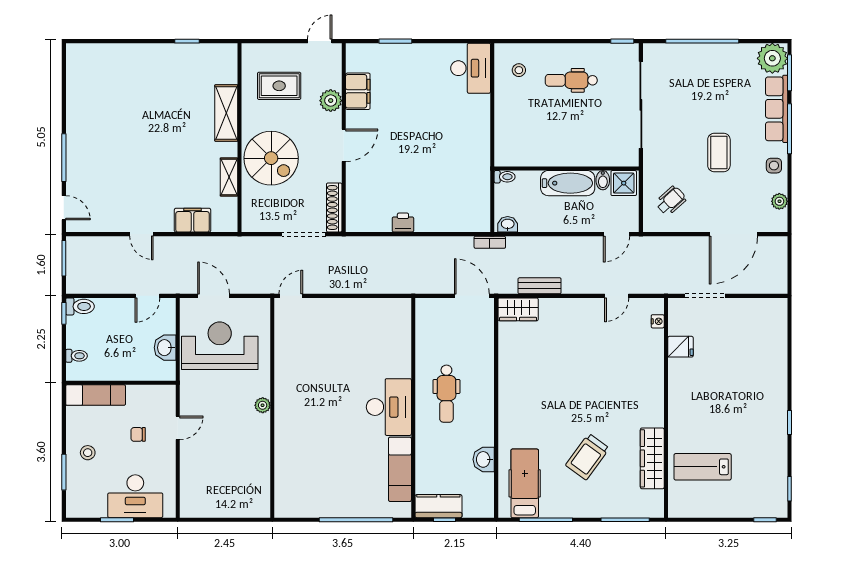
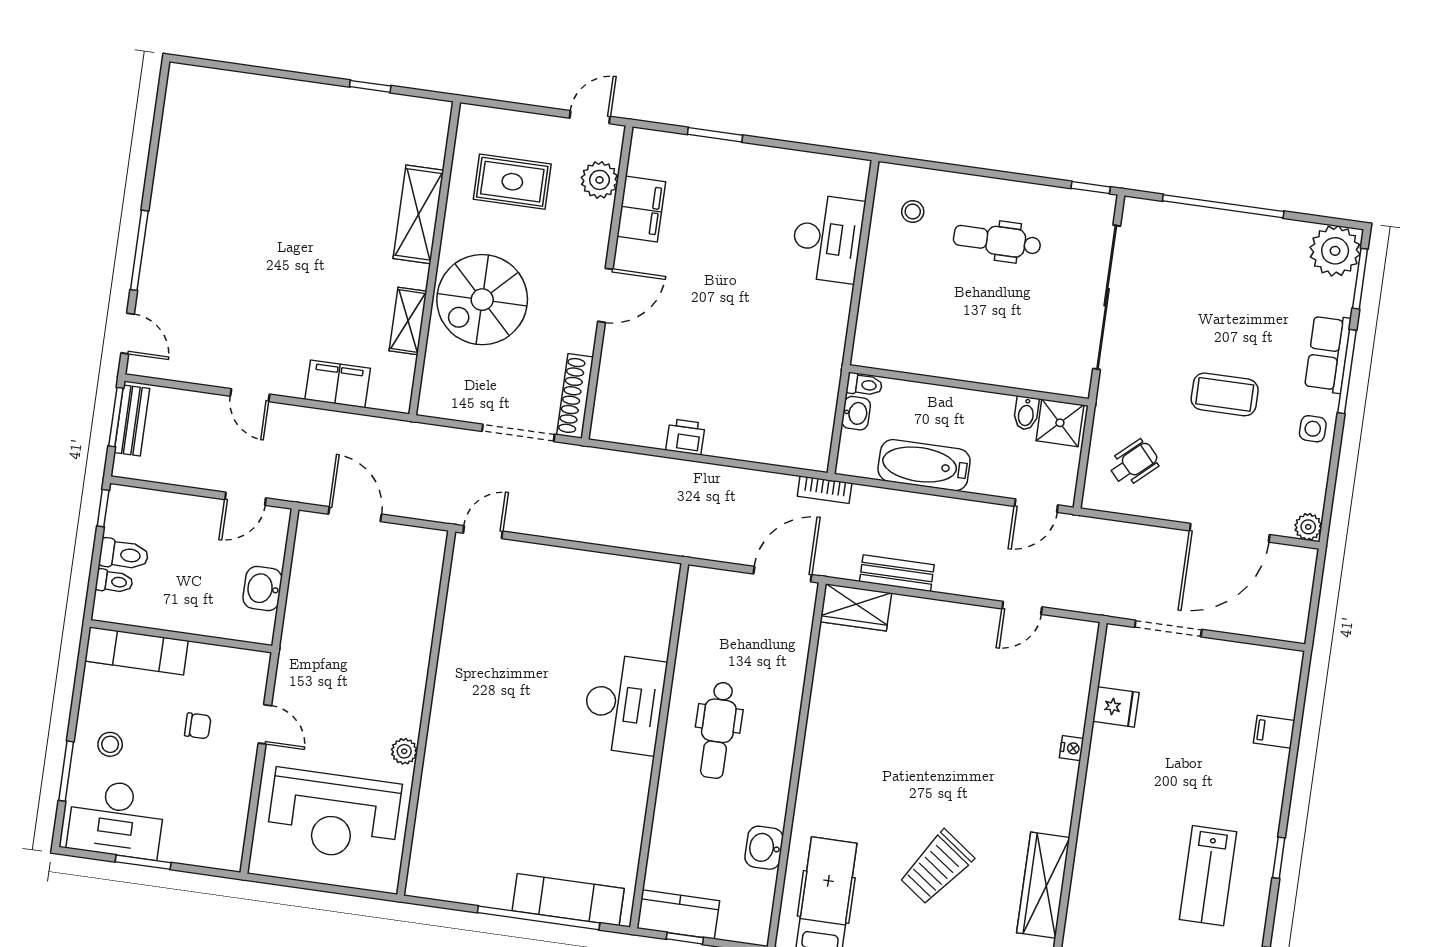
desk: (471, 68) -> (827, 238), moved
plant: (331, 101) -> (600, 180), moved
row of seats: (777, 109) -> (1328, 354), width x0.68
coffee table: (719, 153) -> (1225, 394), turned 90
spiral stairs: (271, 158) -> (482, 300), turned 90
bathtub: (568, 183) -> (924, 465), moved, turned 180
plant: (779, 201) -> (1308, 527), moved
washbasin: (508, 224) -> (856, 413), moved, turned 90
bench: (74, 259) -> (132, 420), added
door: (472, 296) -> (783, 574), hinge flipped
toilet: (80, 306) -> (124, 555), moved
nightstand: (658, 321) -> (1072, 748), moved
reception desk: (220, 346) -> (334, 815), moved, turned 180
filing cabinet: (776, 348) -> (1274, 732), added
plant: (263, 405) -> (404, 751), moved
desk: (389, 407) -> (624, 704), moved
door: (178, 428) -> (265, 724), hinge flipped
chair: (138, 434) -> (198, 726), turned 180
lab bench: (703, 467) -> (1208, 876), moved, turned -90
exam couch: (400, 469) -> (568, 900), moved, turned 90
desk: (135, 496) -> (116, 819), moved

